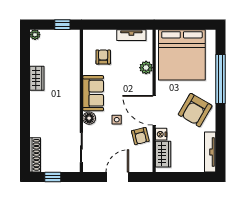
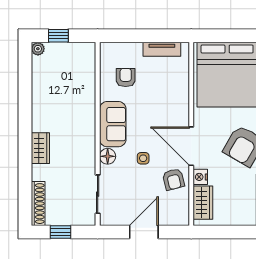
window: (62, 25) -> (58, 36), moved
plant: (146, 68) -> (181, 91), removed
wardrobe: (37, 78) -> (40, 148), moved

